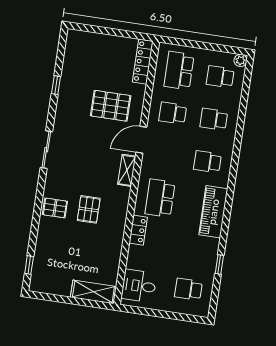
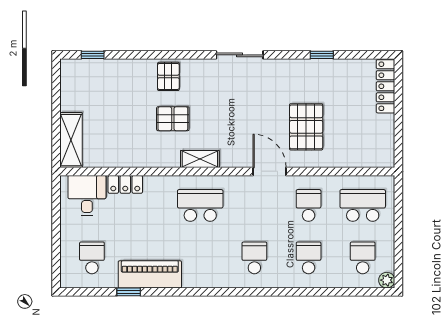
locker: (143, 62) -> (386, 86), moved, turned -90
shelving: (127, 170) -> (200, 159), moved
piano: (213, 212) -> (150, 274), moved
locker: (138, 230) -> (125, 184), moved

